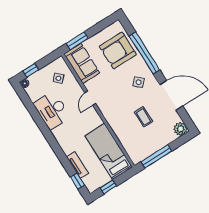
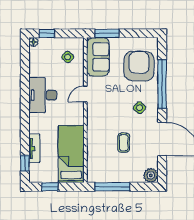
armchair: (118, 50) -> (139, 66), turned 91
desk: (52, 110) -> (43, 95), moved

